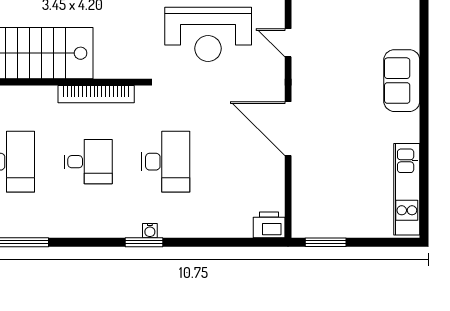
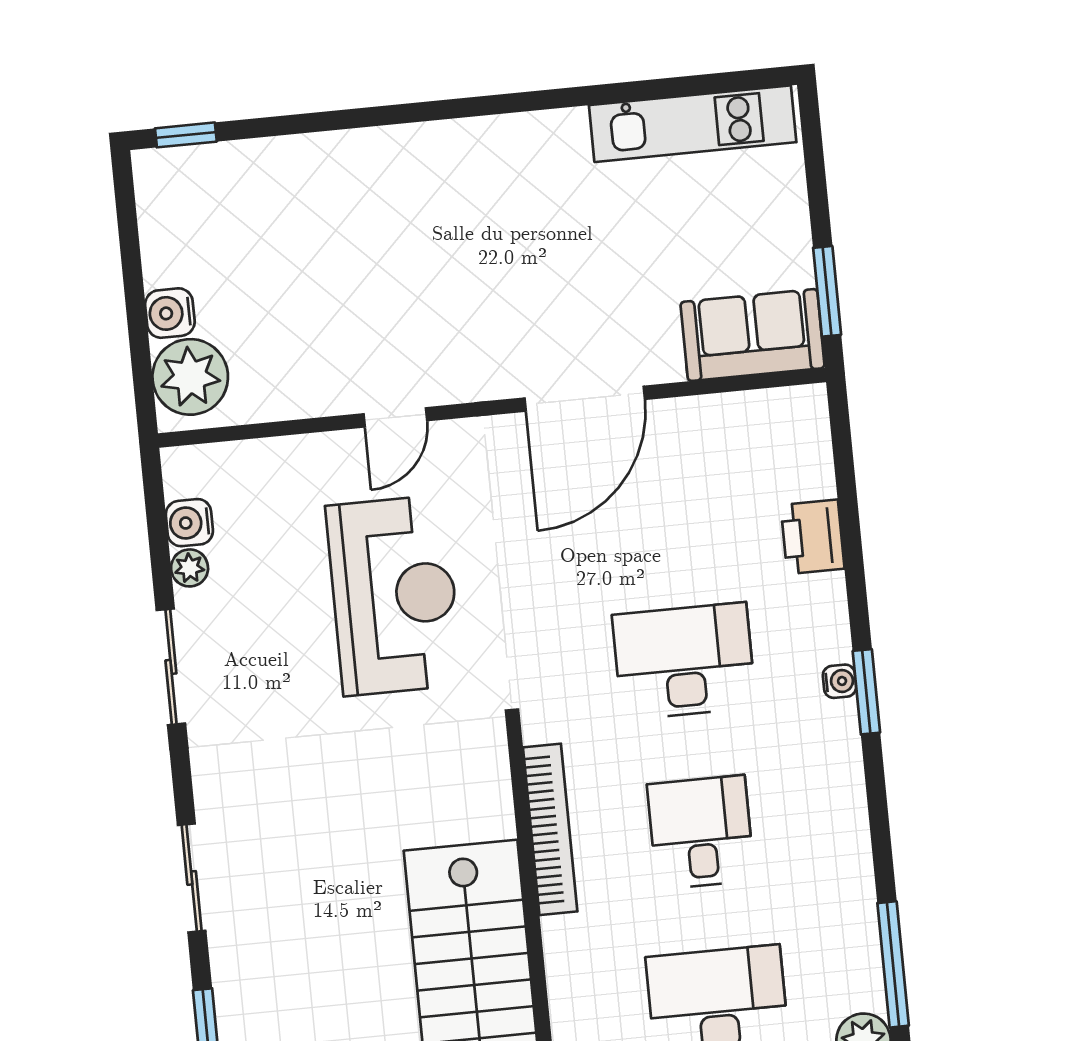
sofa: (402, 81) -> (753, 335), moved, turned 180
printer: (269, 225) -> (812, 537), moved

